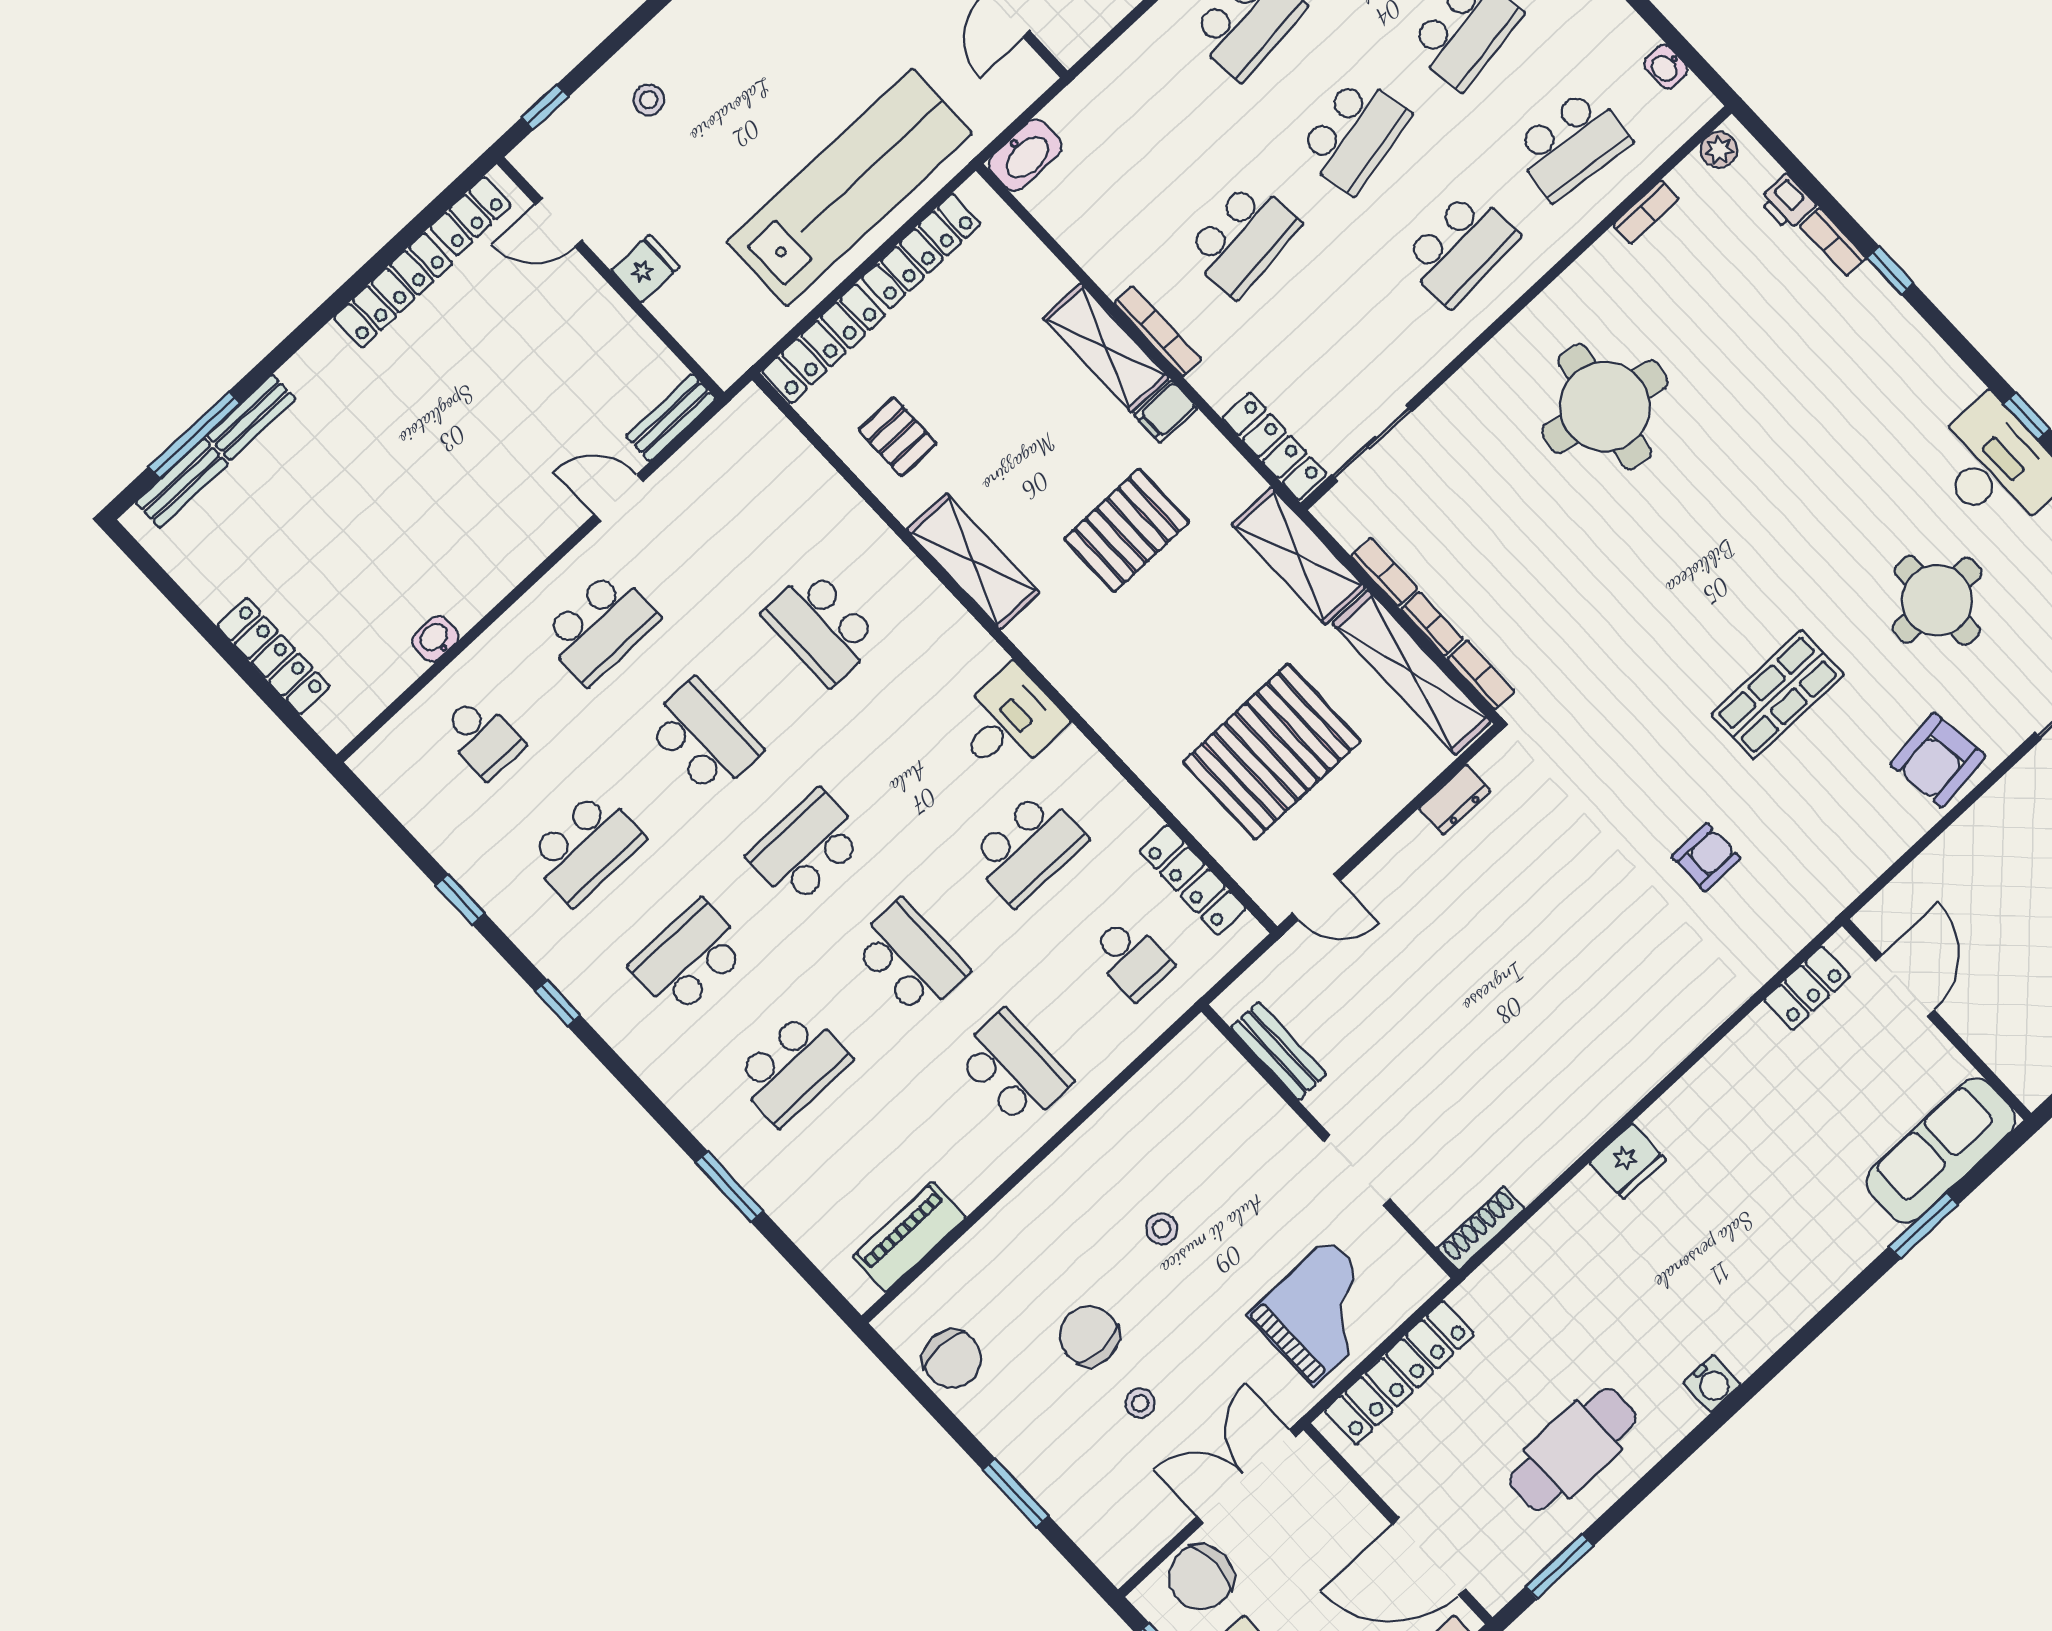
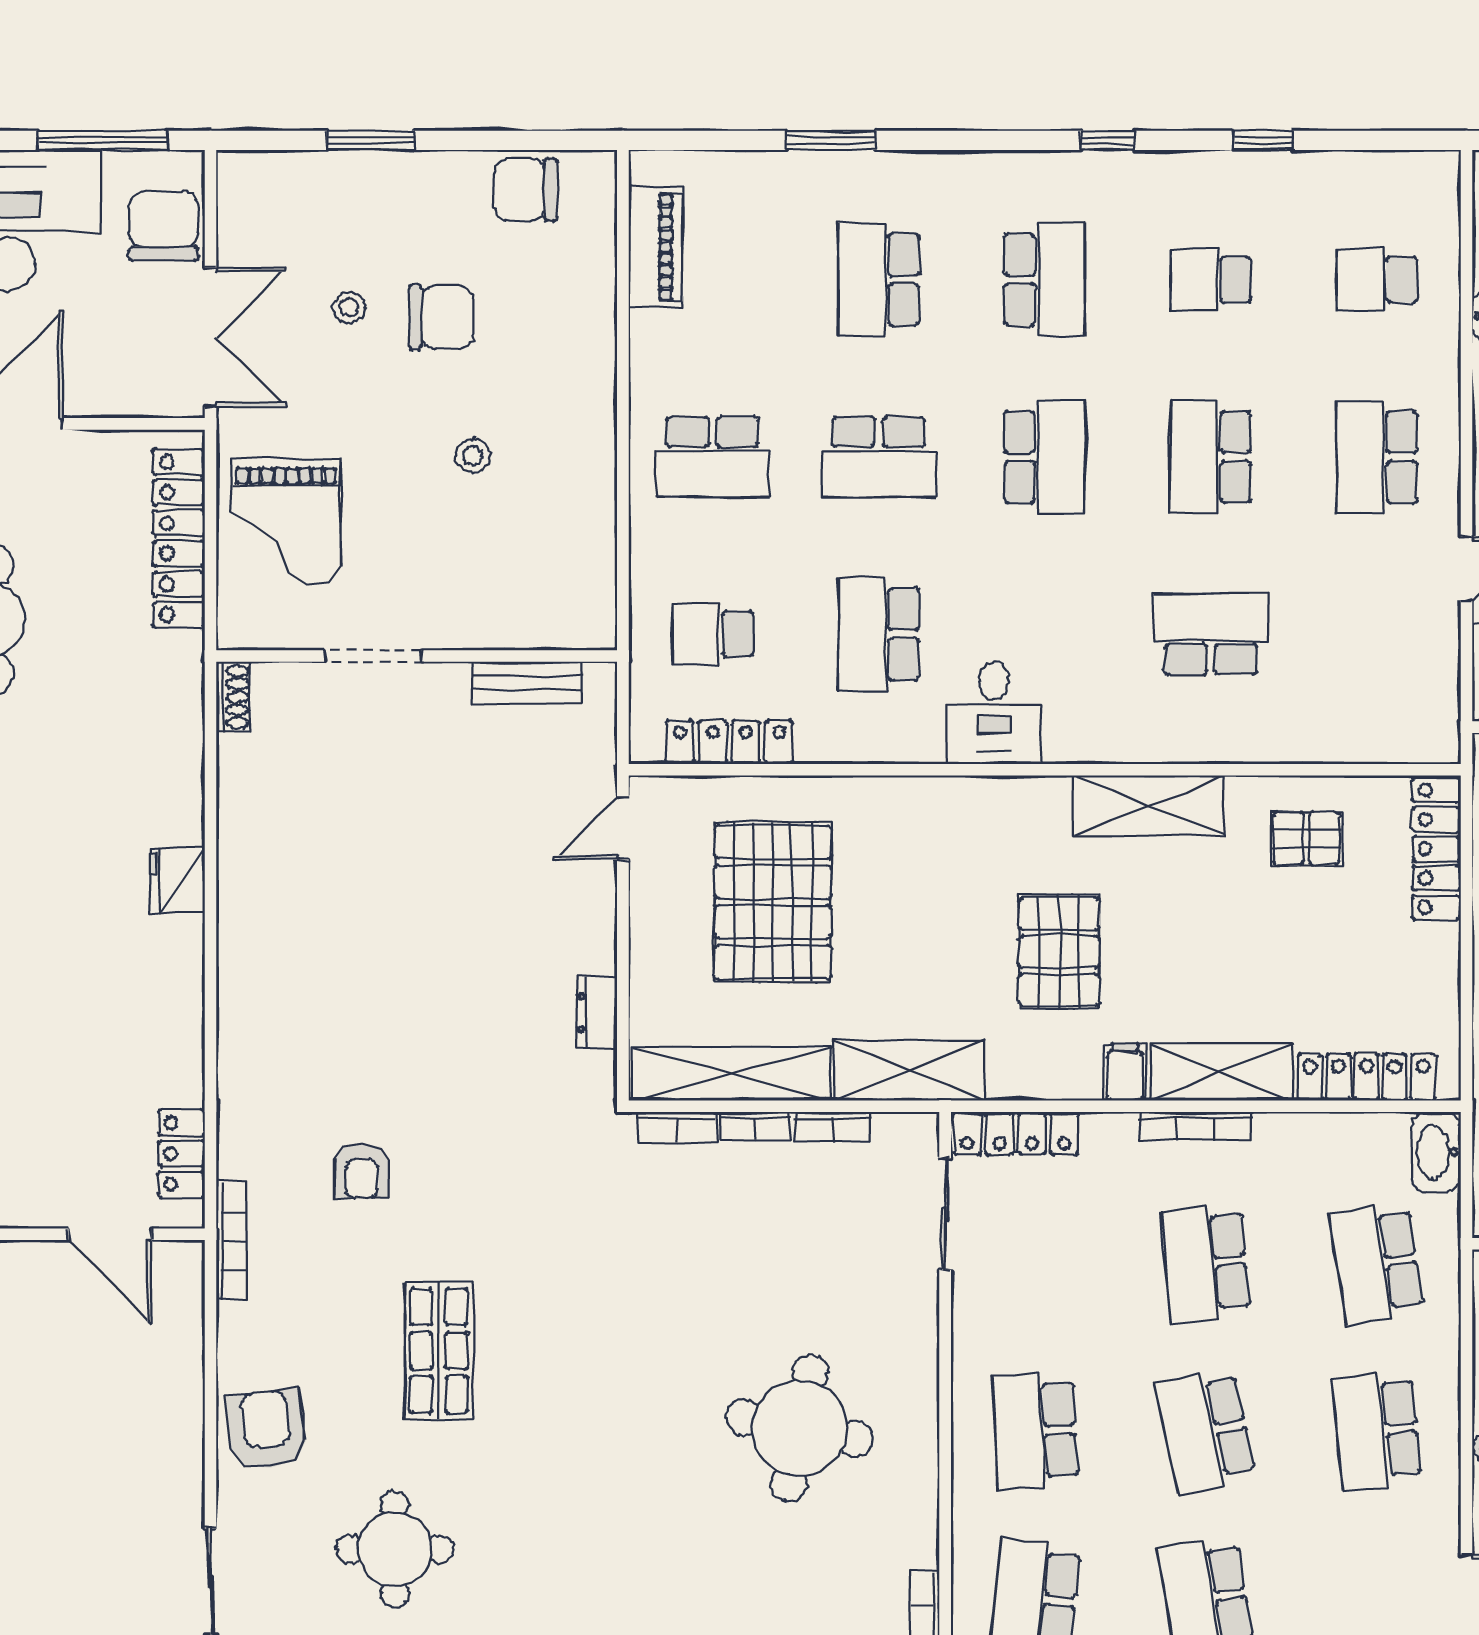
school desk: (1136, 125) -> (1377, 1264), added
locker: (921, 251) -> (1367, 1077), moved, turned 90
school desk: (703, 737) -> (1211, 457), turned 90
school desk: (586, 848) -> (1211, 280), width x0.54
bookcase: (1834, 901) -> (231, 1241), added
shoe rack: (1481, 1228) -> (233, 697), width x0.70

